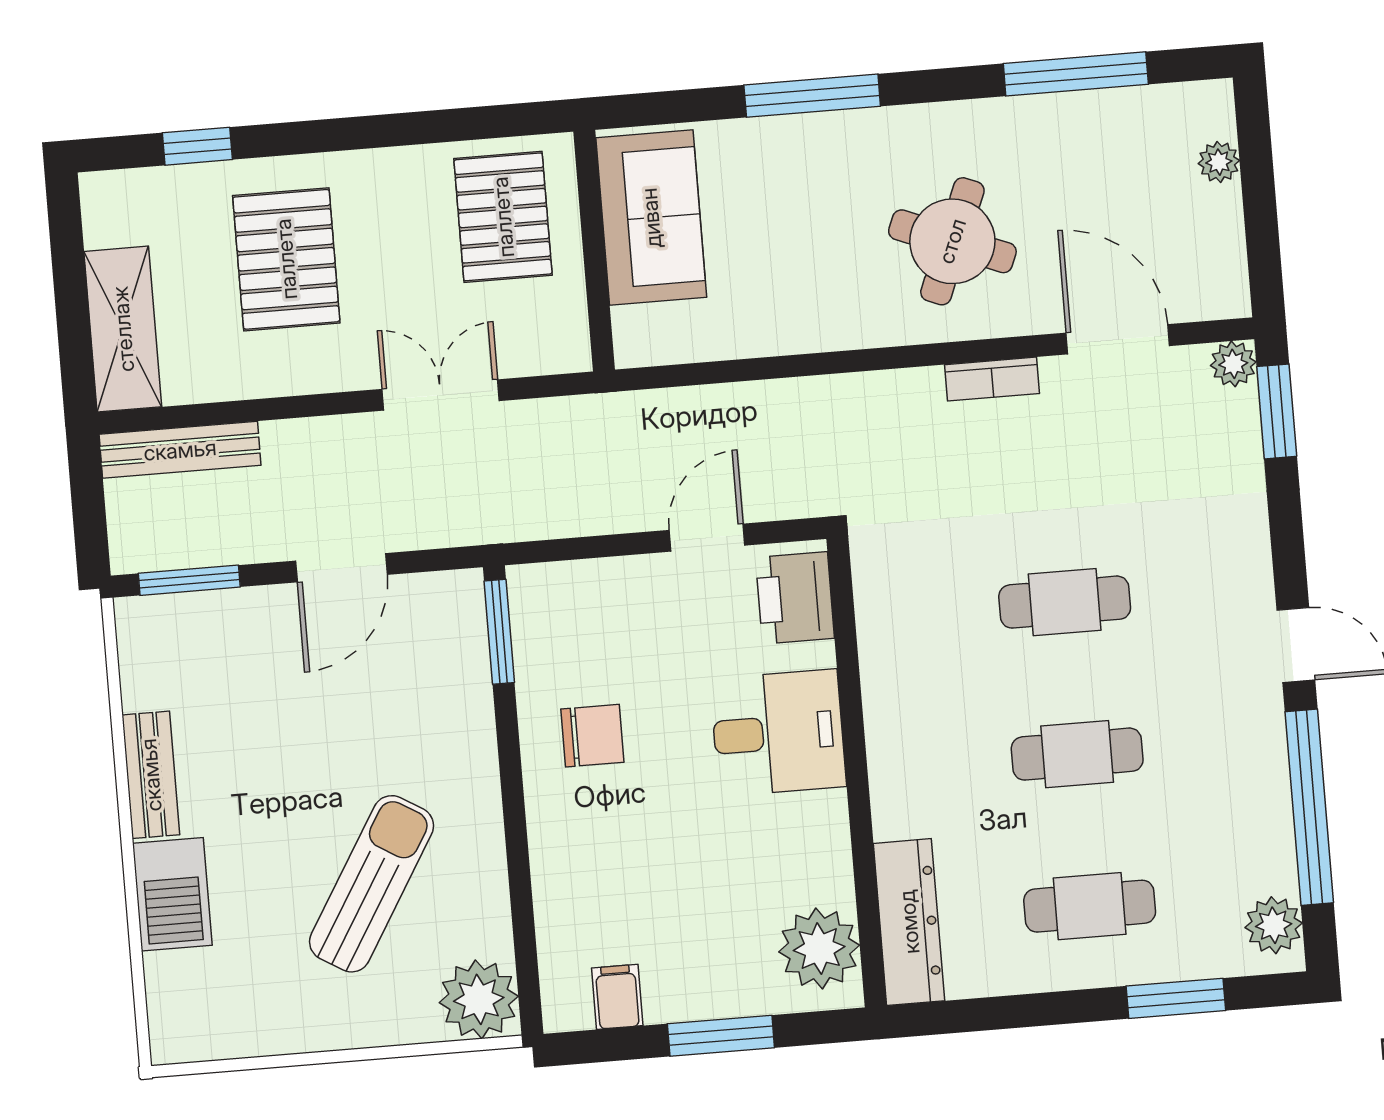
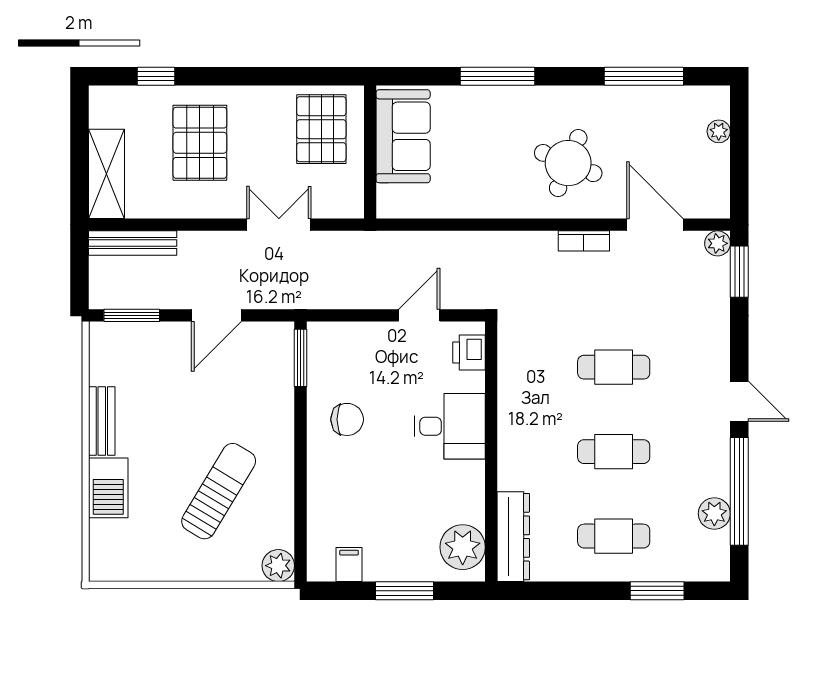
printer: (795, 598) -> (469, 353), width x0.73, depth x0.81
plant: (1274, 925) -> (714, 514), moved
plant: (479, 999) -> (278, 566), width x0.73, depth x0.73

